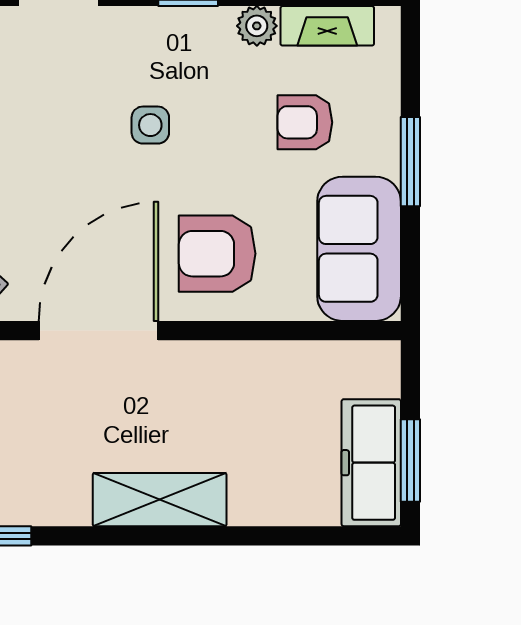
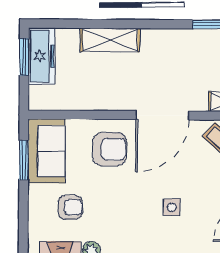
side table: (150, 125) -> (172, 207), moved
window: (410, 162) -> (24, 160), moved
shelving: (160, 500) -> (110, 40), moved

